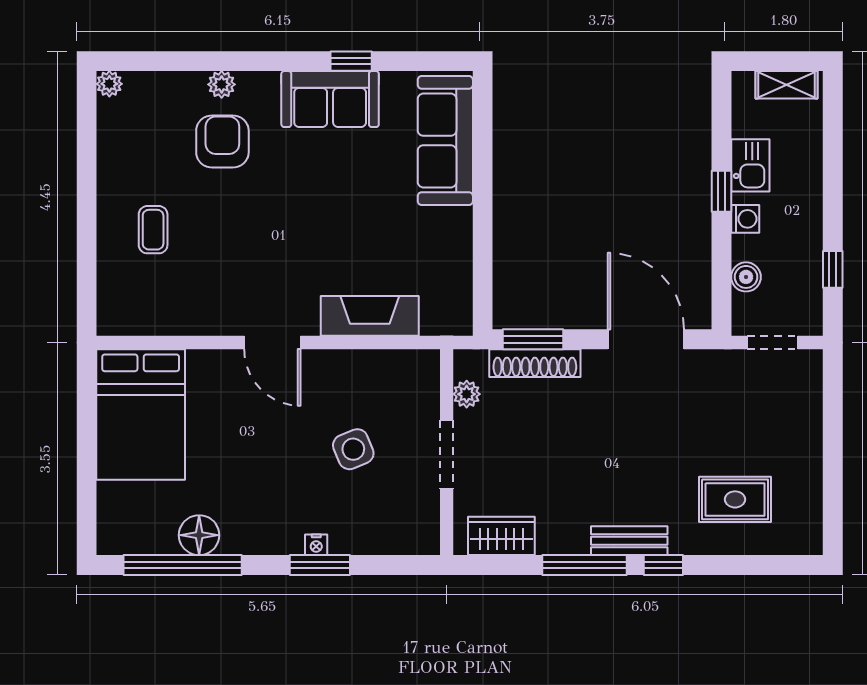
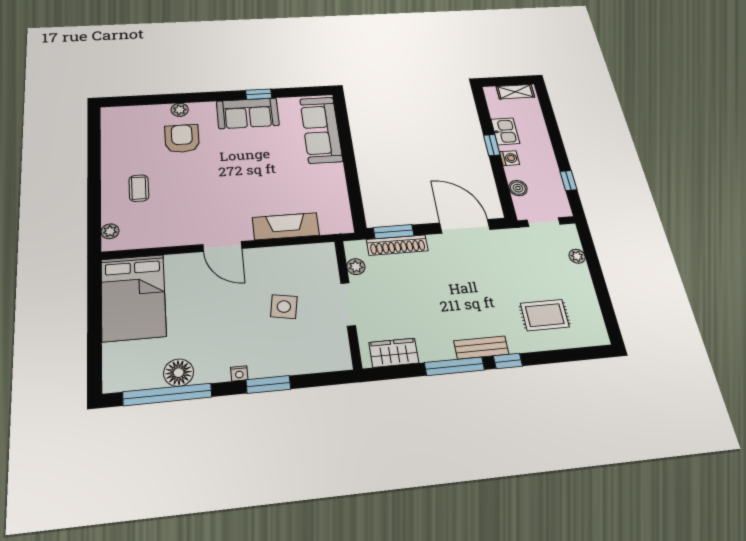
plant: (109, 84) -> (110, 231), moved
plant: (810, 407) -> (577, 256), added
side table: (353, 449) -> (284, 307), turned 32
nightstand: (316, 545) -> (239, 373), moved

